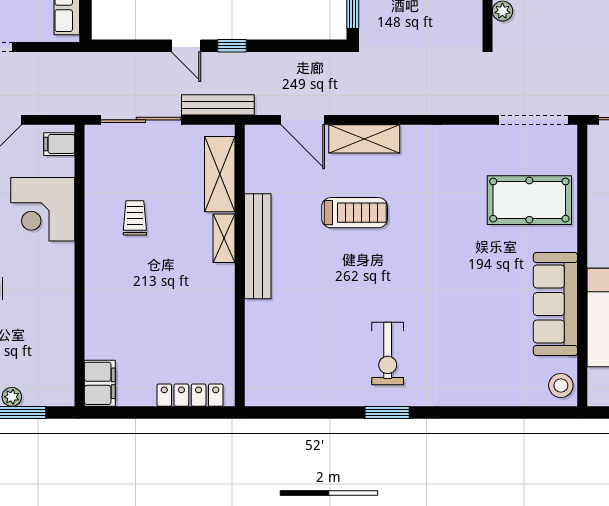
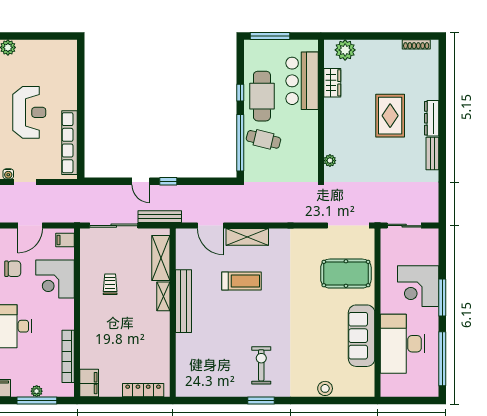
bookcase: (65, 339) -> (68, 356), added
exercise bike: (388, 354) -> (261, 365), turned 180
stool: (561, 385) -> (325, 388), moved

